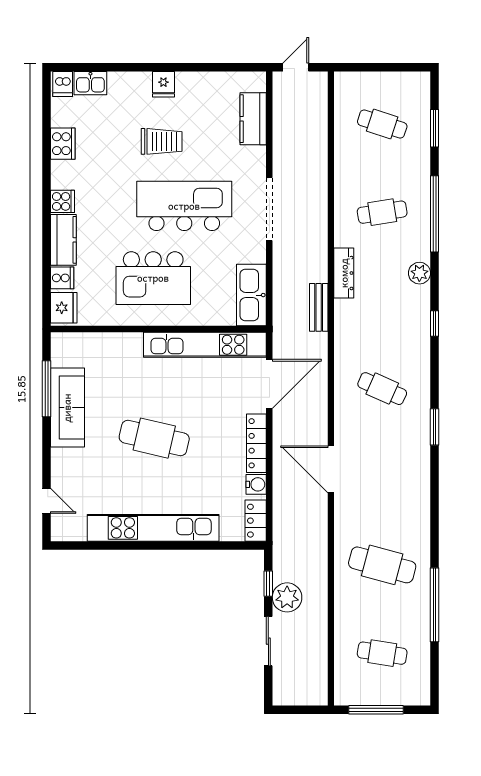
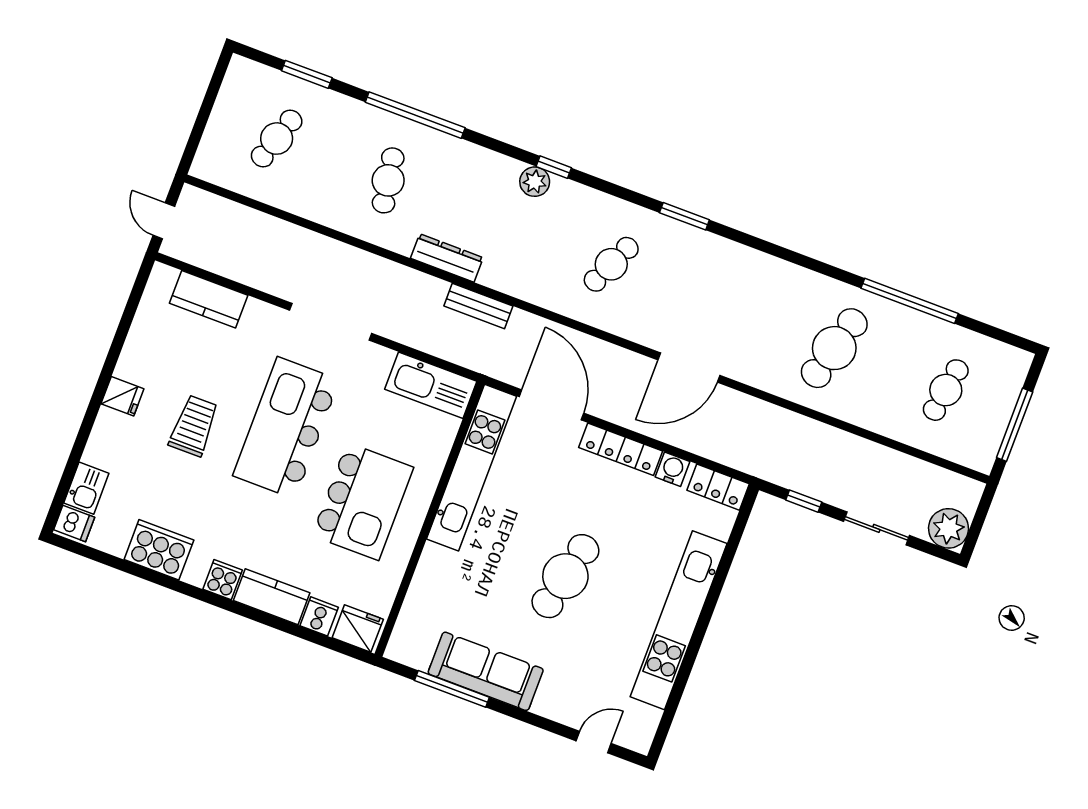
cooker: (63, 144) -> (159, 550), width x1.37, depth x1.31
plant: (419, 273) -> (535, 182), moved
plant: (287, 597) -> (949, 528), moved

